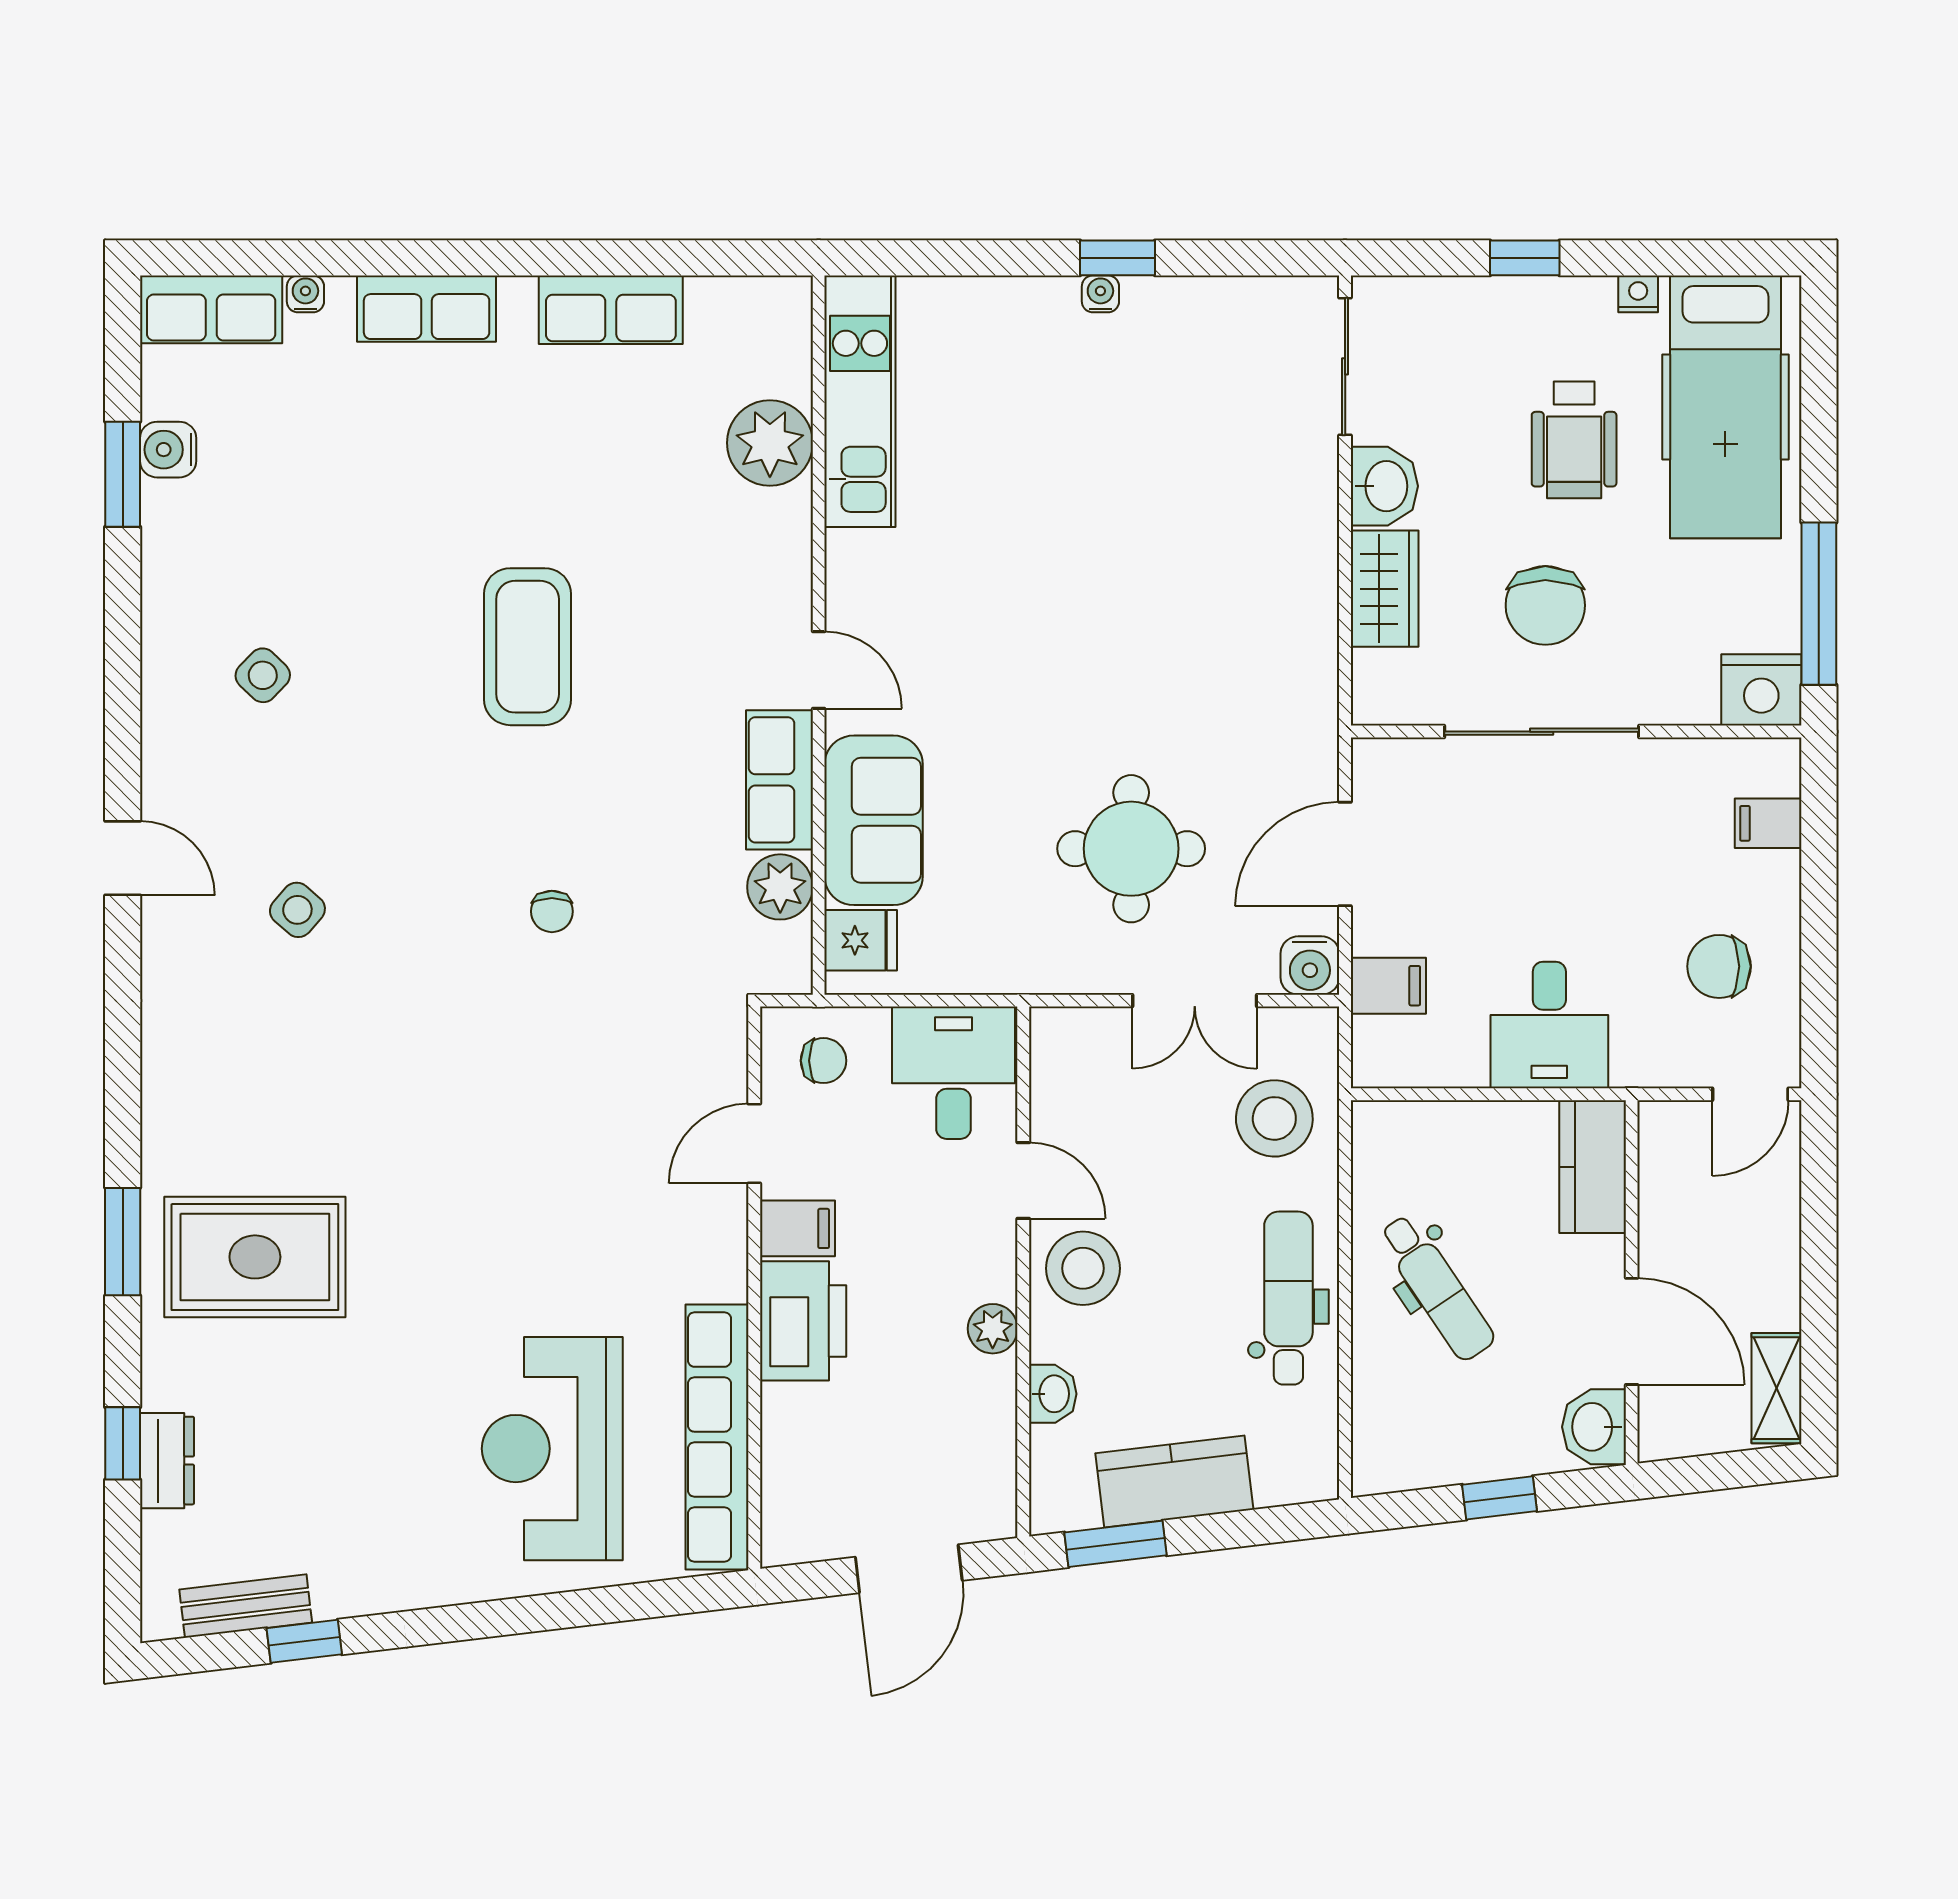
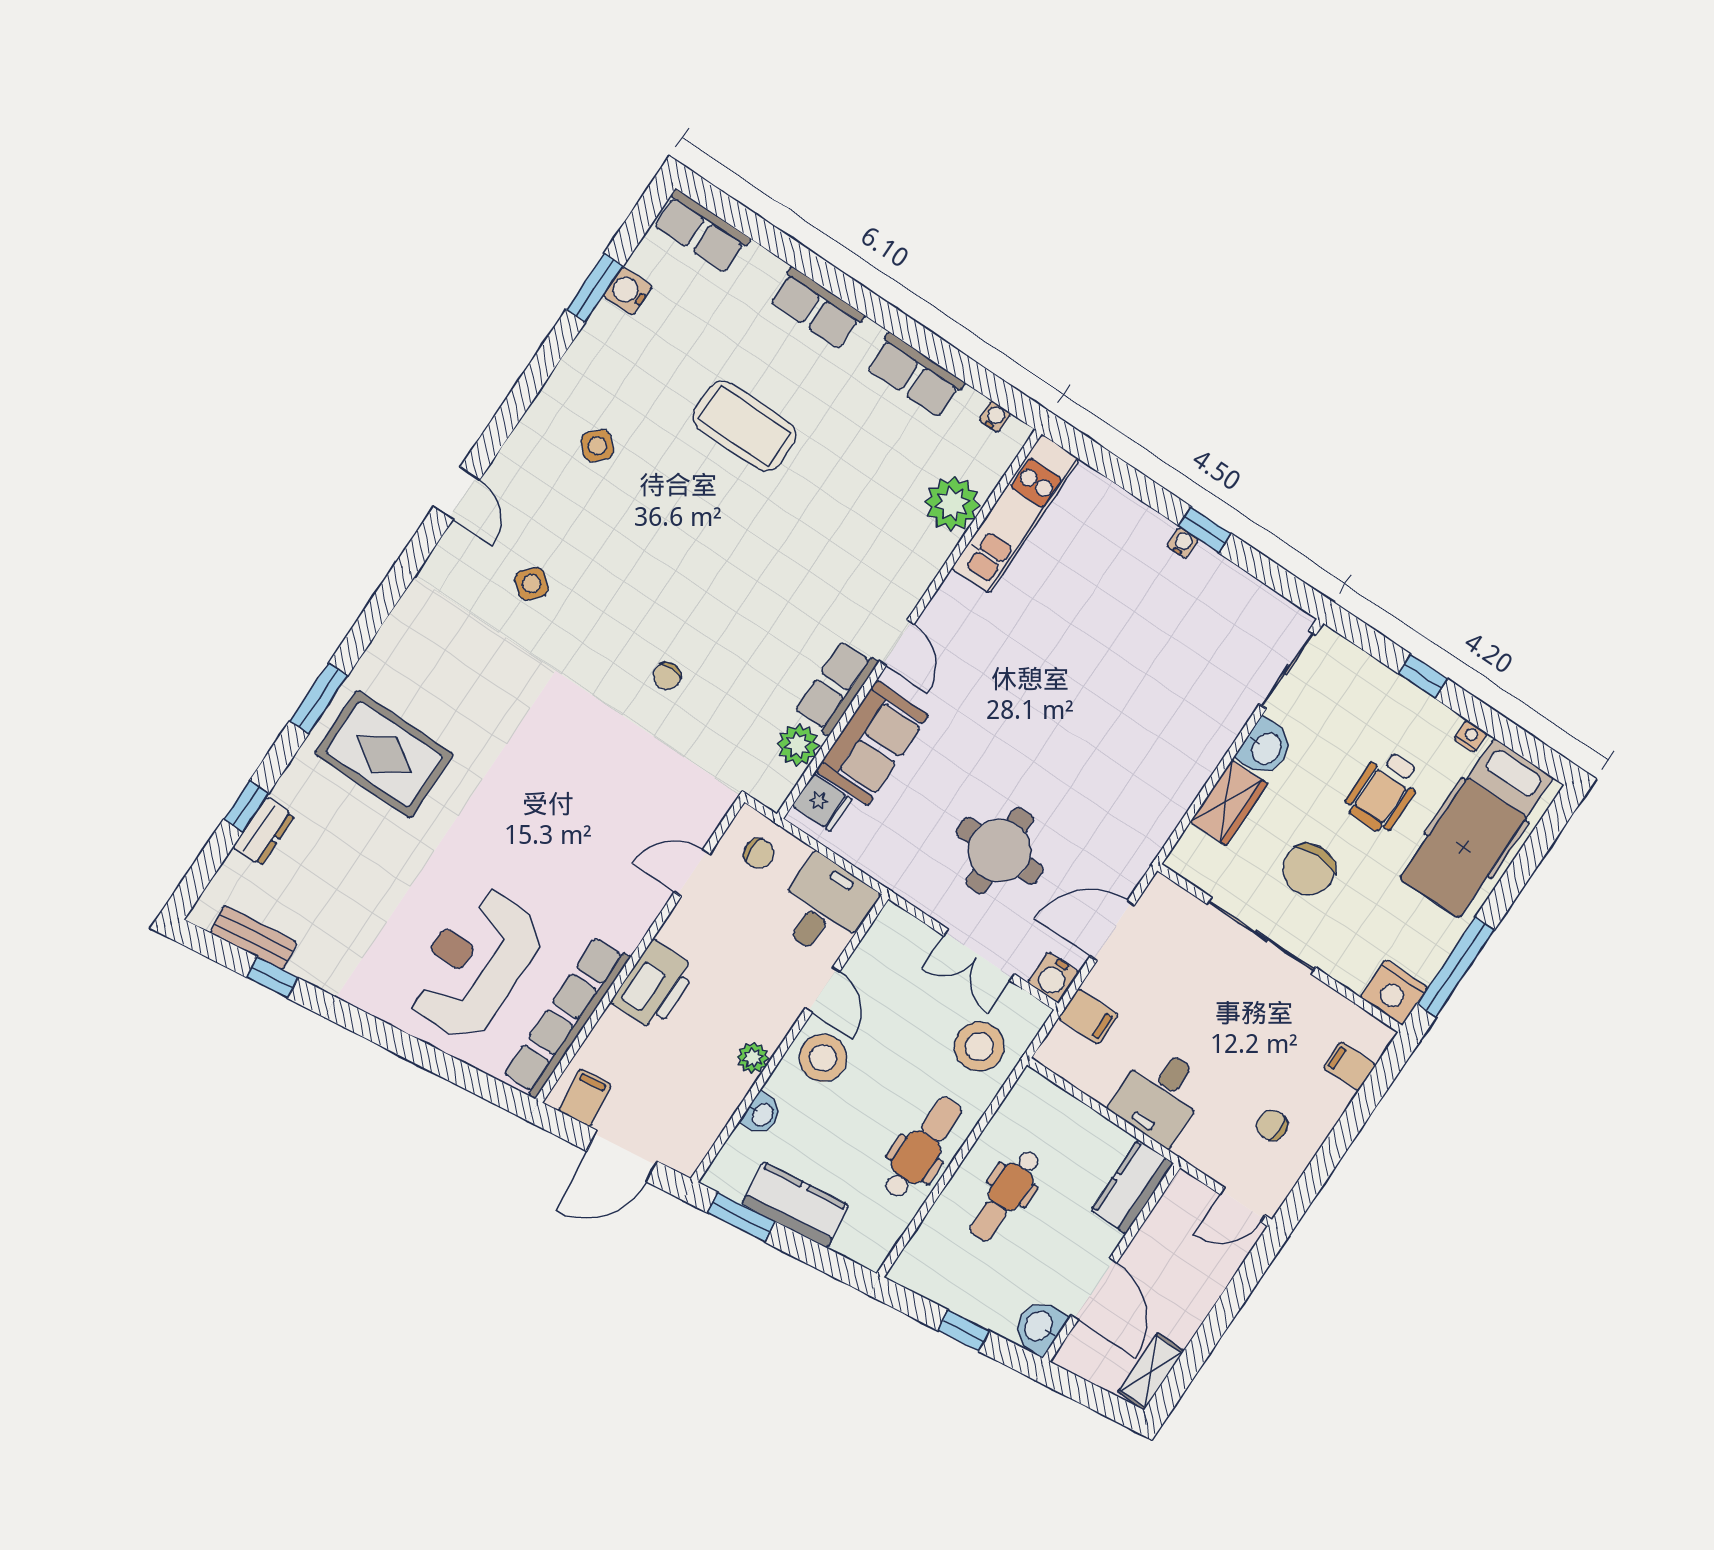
water cooler: (305, 294) -> (995, 417), moved
coffee table: (528, 647) -> (744, 426), moved, turned 90
chair: (1719, 966) -> (1272, 1125), width x0.73, depth x0.73
filing cabinet: (797, 1228) -> (585, 1098), moved, turned -97
dental chair: (1437, 1288) -> (1005, 1195), turned 34

